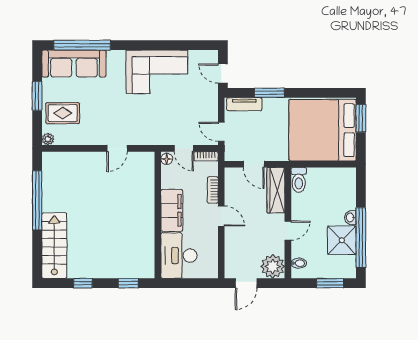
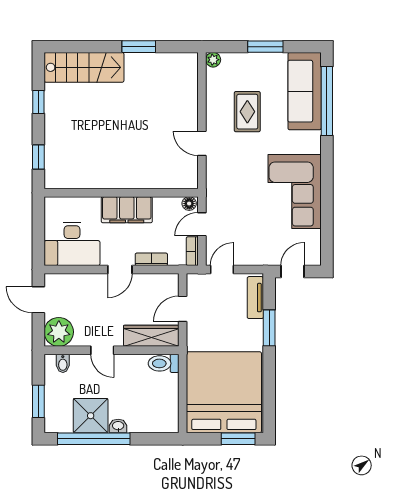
rug: (63, 113) -> (247, 112), moved
window: (37, 200) -> (139, 47), width x0.47
desk: (179, 256) -> (72, 244), moved, turned 180

